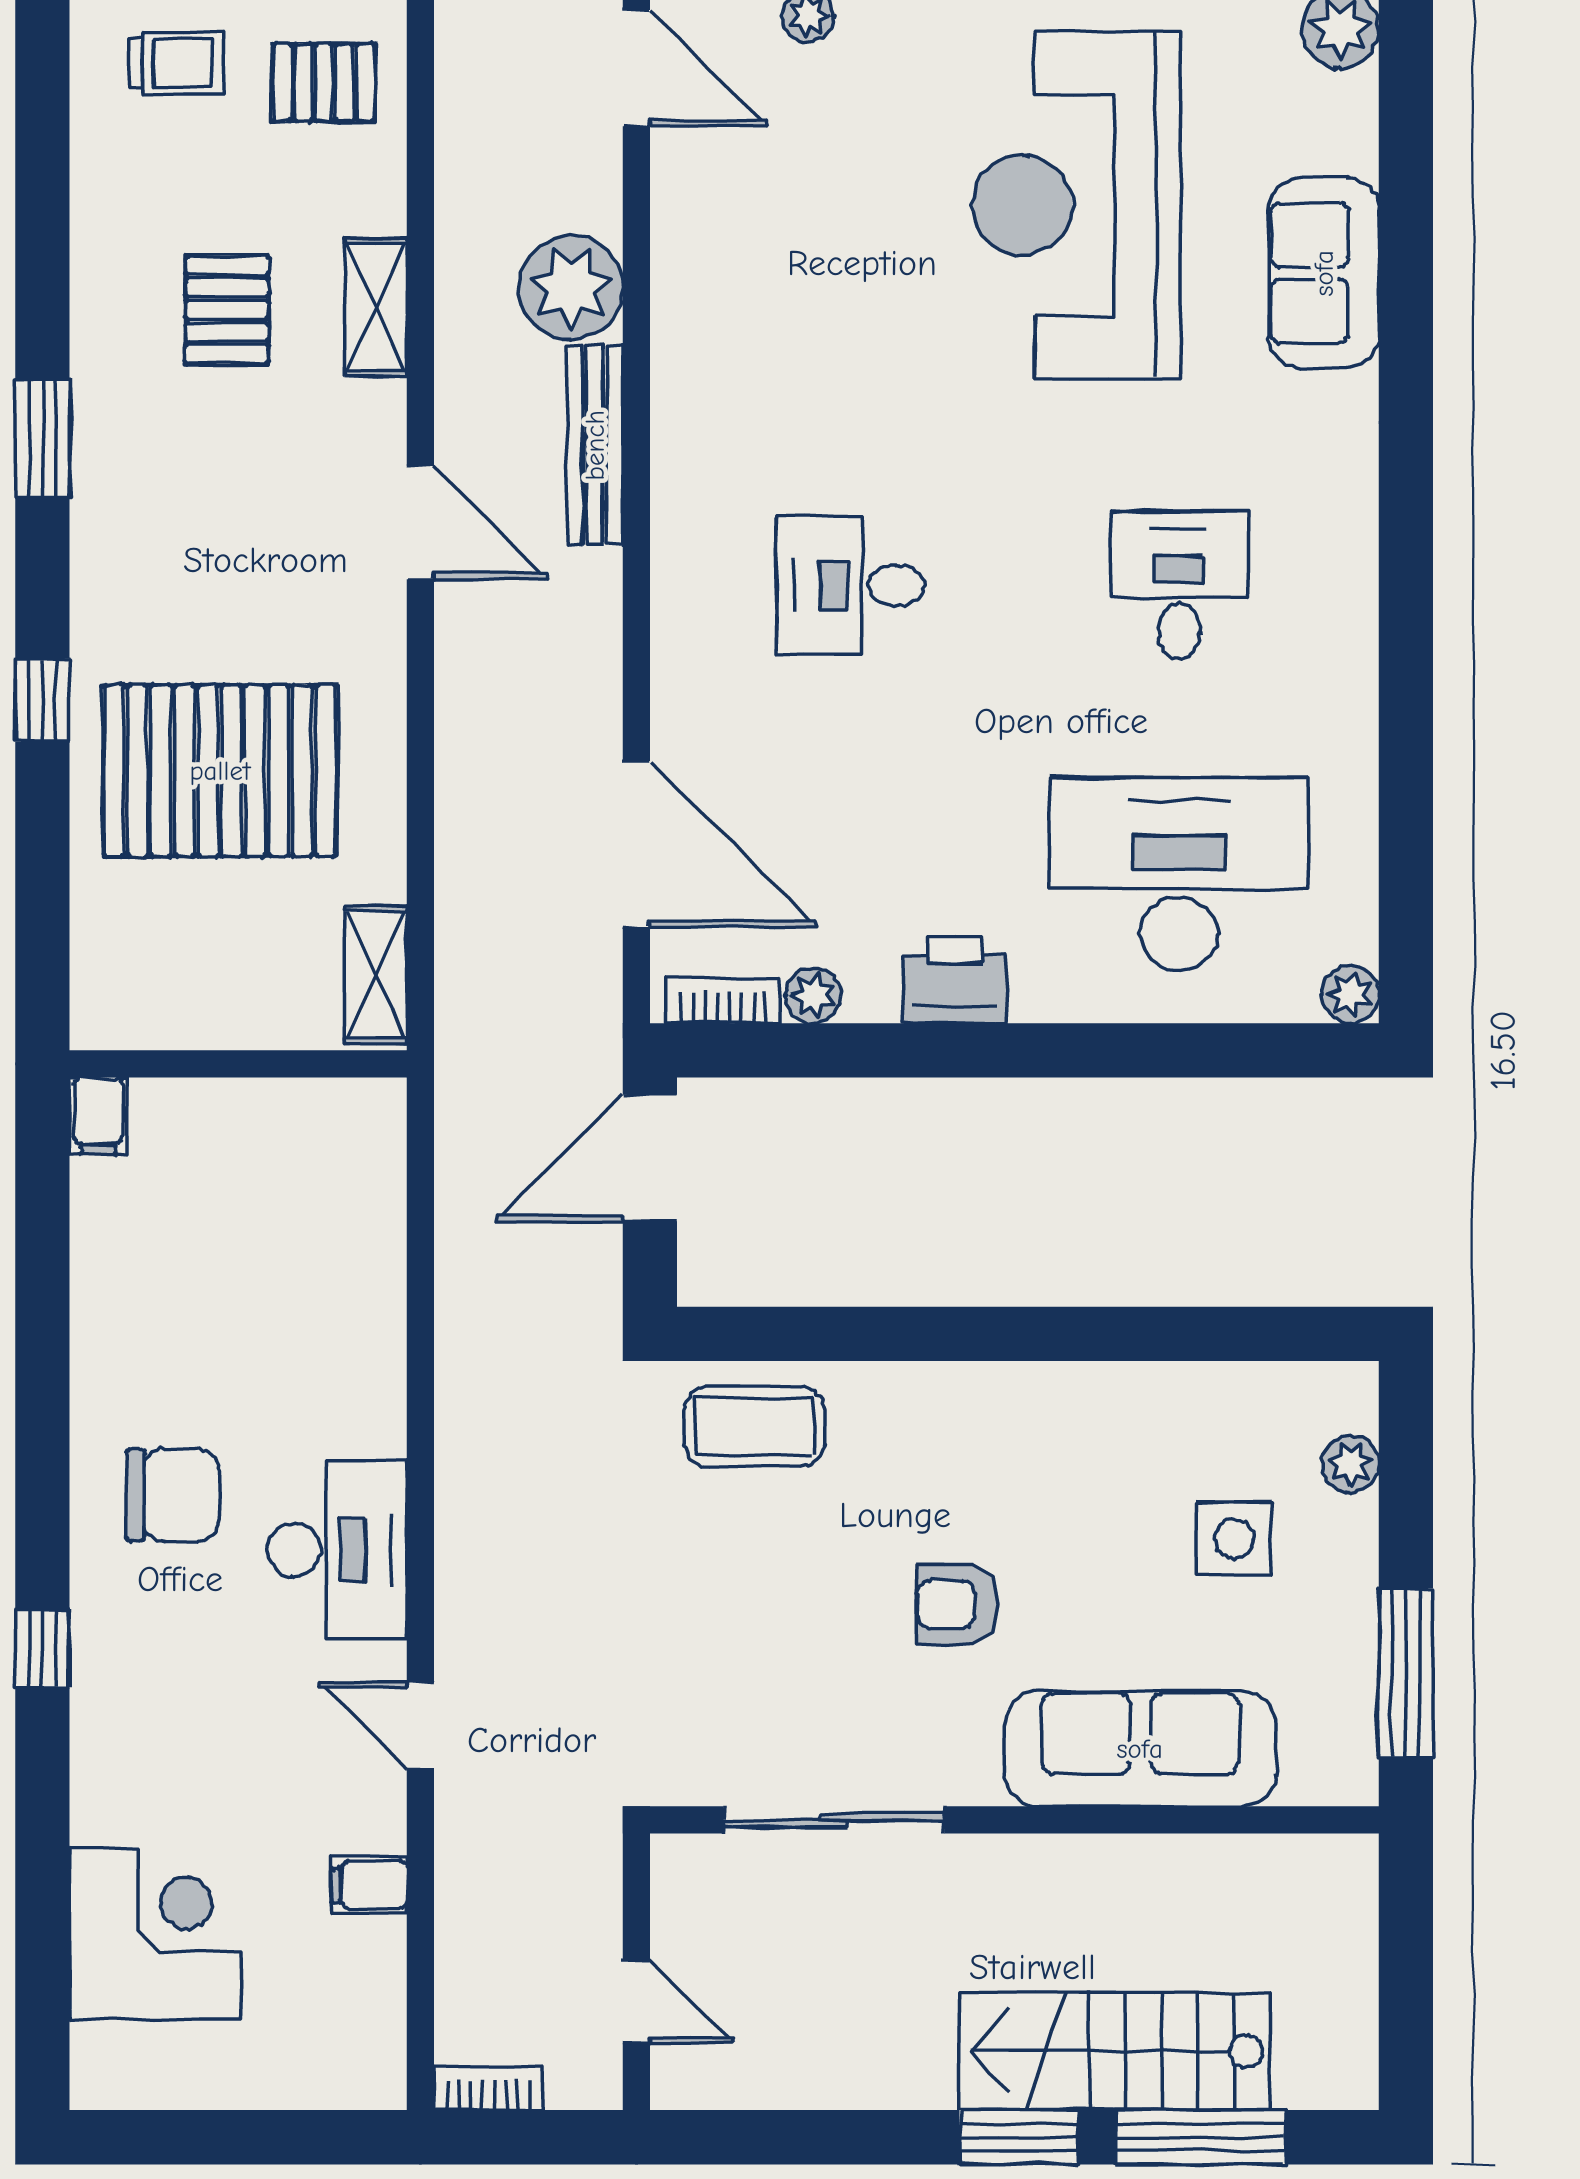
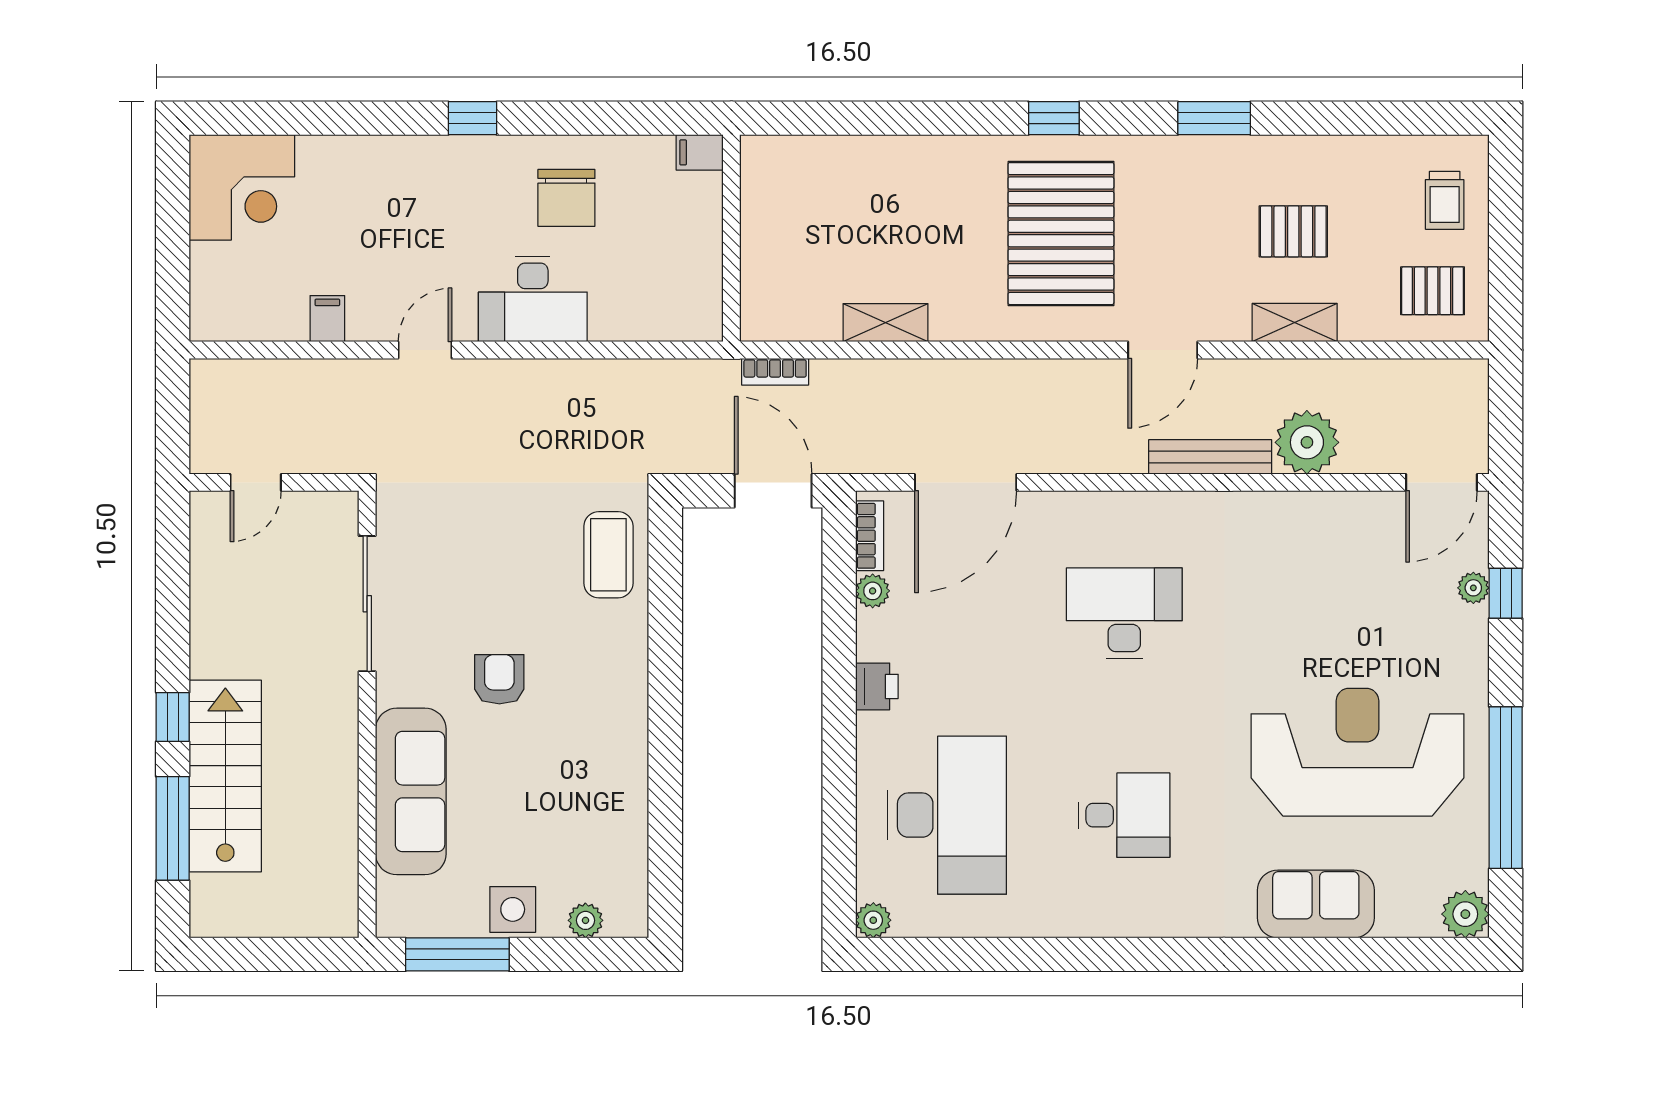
pallet: (324, 83) -> (1433, 291), turned 90
desk: (850, 585) -> (1124, 613), width x1.37
pallet: (220, 771) -> (1061, 234), moved
printer: (955, 980) -> (877, 686), width x0.73, depth x0.81
wall: (238, 1064) -> (731, 238), moved
filing cabinet: (98, 1116) -> (700, 152), moved
side table: (1234, 1539) -> (513, 909), moved
corner desk: (155, 1934) -> (242, 187), moved
bookcase: (488, 2088) -> (775, 372), moved, turned 90
window: (1019, 2137) -> (173, 717), width x0.67

